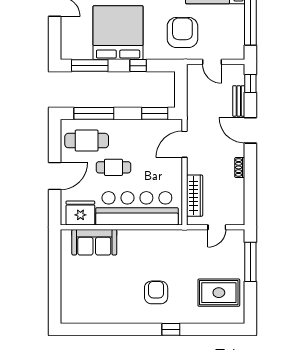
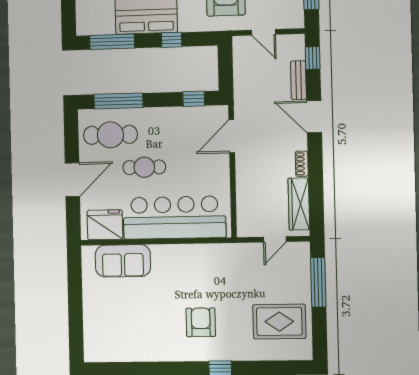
window: (155, 113) -> (194, 99), width x0.67
wardrobe: (195, 196) -> (299, 204), moved, turned 180

